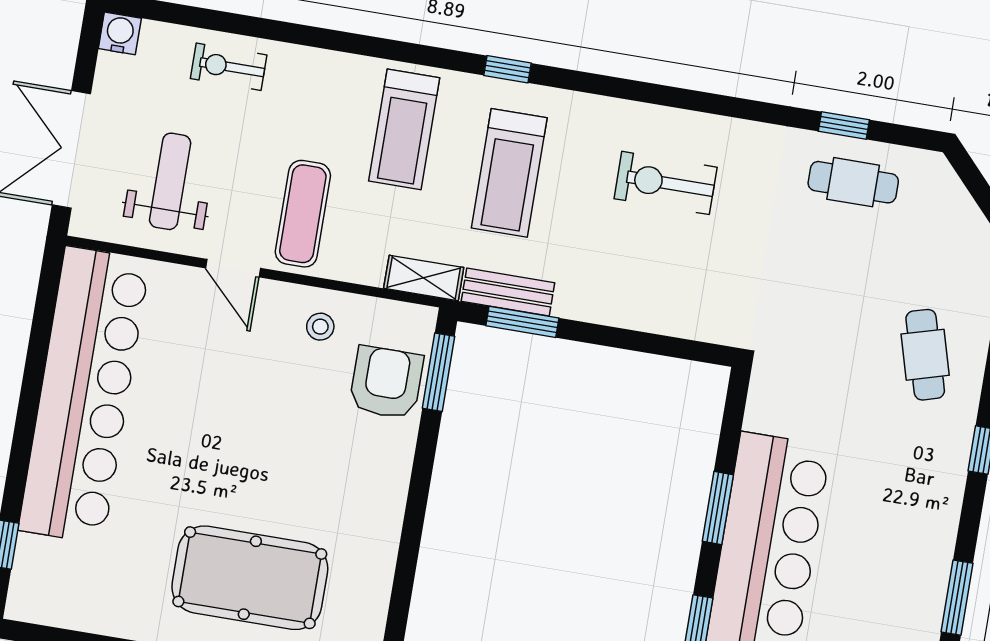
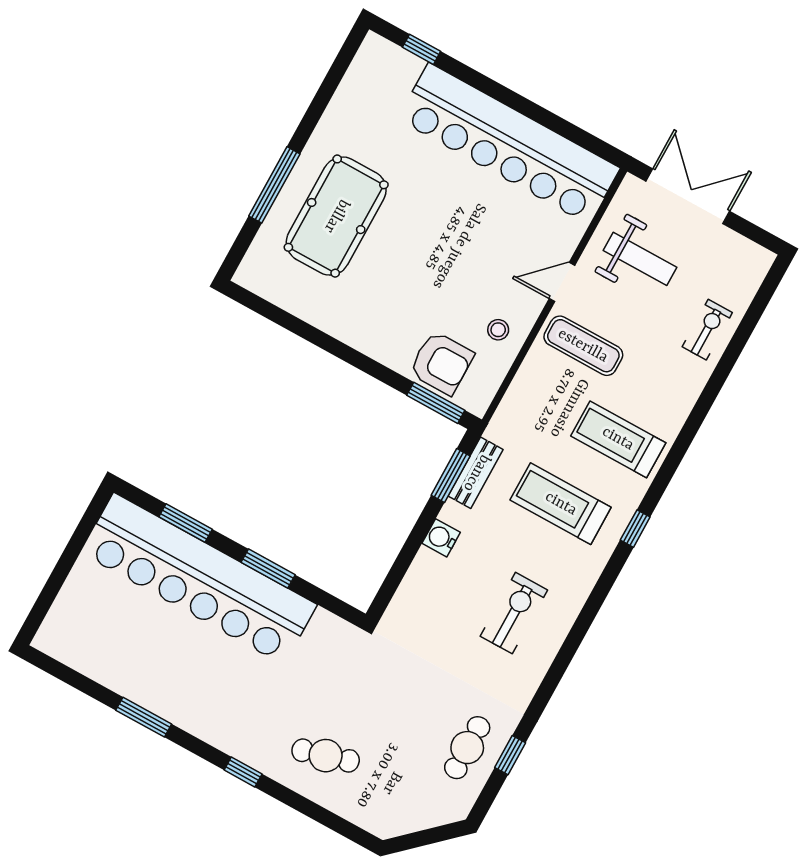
water cooler: (120, 33) -> (441, 538), moved, turned 180
shelving: (424, 278) -> (507, 416), removed

